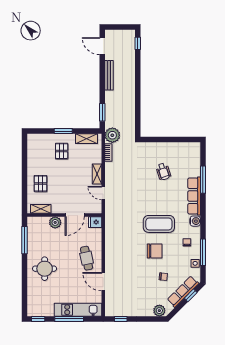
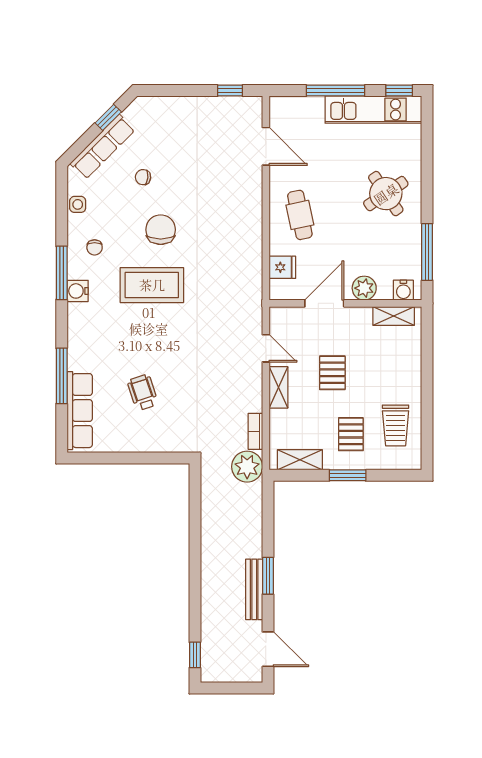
window: (102, 112) -> (268, 576), moved
trolley: (40, 155) -> (396, 425), added
pallet: (41, 184) -> (332, 373), moved
row of seats: (194, 196) -> (80, 411), moved
water cooler: (36, 221) -> (403, 290), added
fridge: (95, 222) -> (282, 267), moved
chair: (155, 251) -> (161, 230), turned 90
window: (203, 252) -> (62, 273), moved
round table: (45, 269) -> (386, 194), turned -34
door: (103, 282) -> (266, 146), moved
window: (191, 295) -> (108, 117), moved
kitchen unit: (78, 310) -> (373, 110), moved
plant: (159, 311) -> (151, 108), removed

